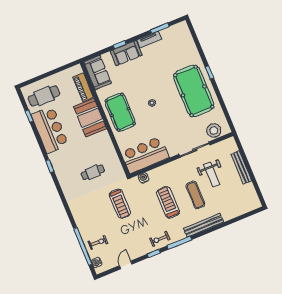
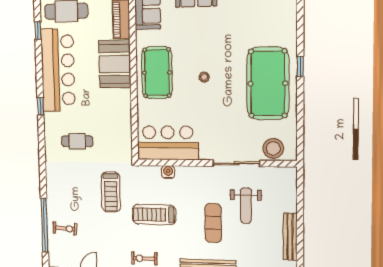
bar counter: (50, 130) -> (58, 70), width x1.36
bench: (241, 167) -> (290, 237), moved
cafe table: (93, 172) -> (77, 141), moved
water cooler: (144, 178) -> (168, 172), moved
treadmill: (168, 202) -> (154, 215), moved, turned -90
water cooler: (97, 263) -> (54, 253), removed

